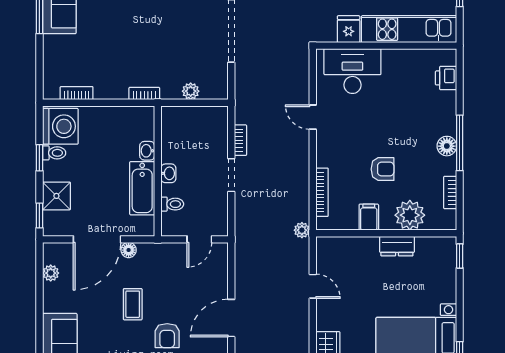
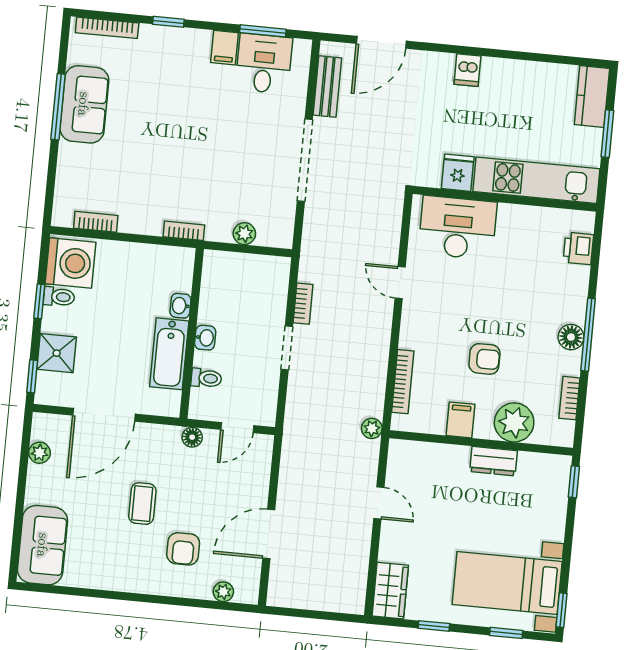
floor lamp: (129, 250) -> (192, 437), moved

